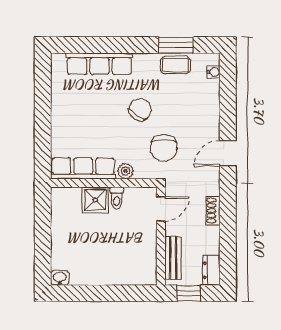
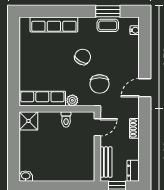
shower: (95, 200) -> (28, 121), moved

